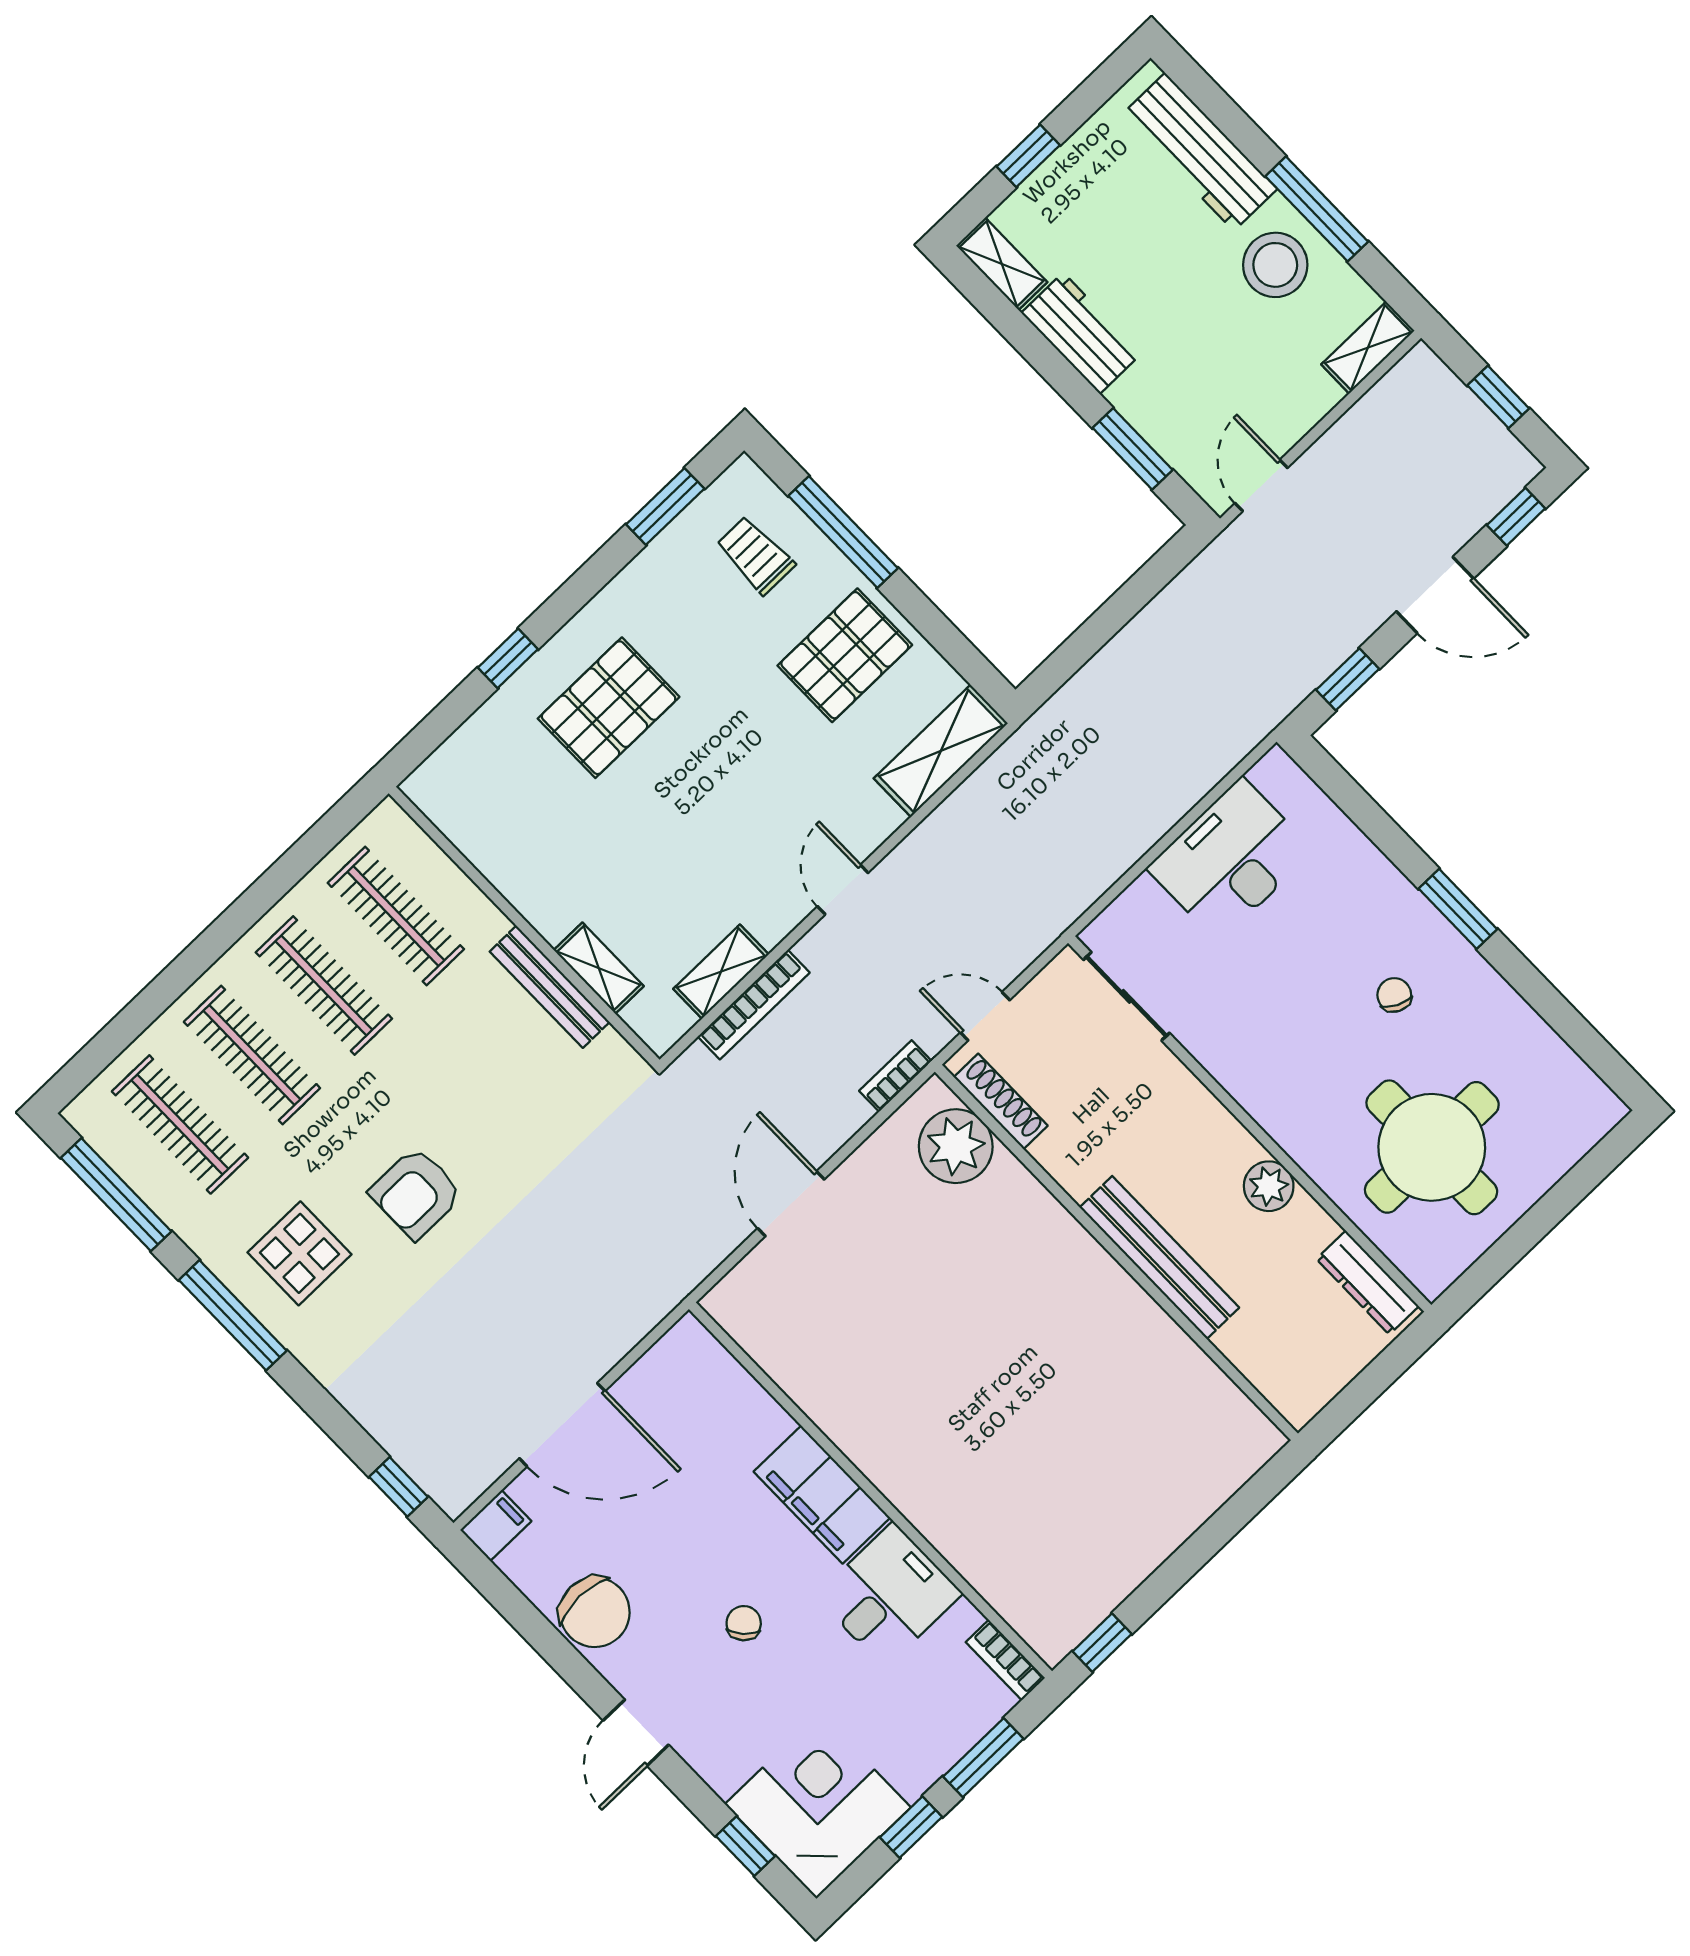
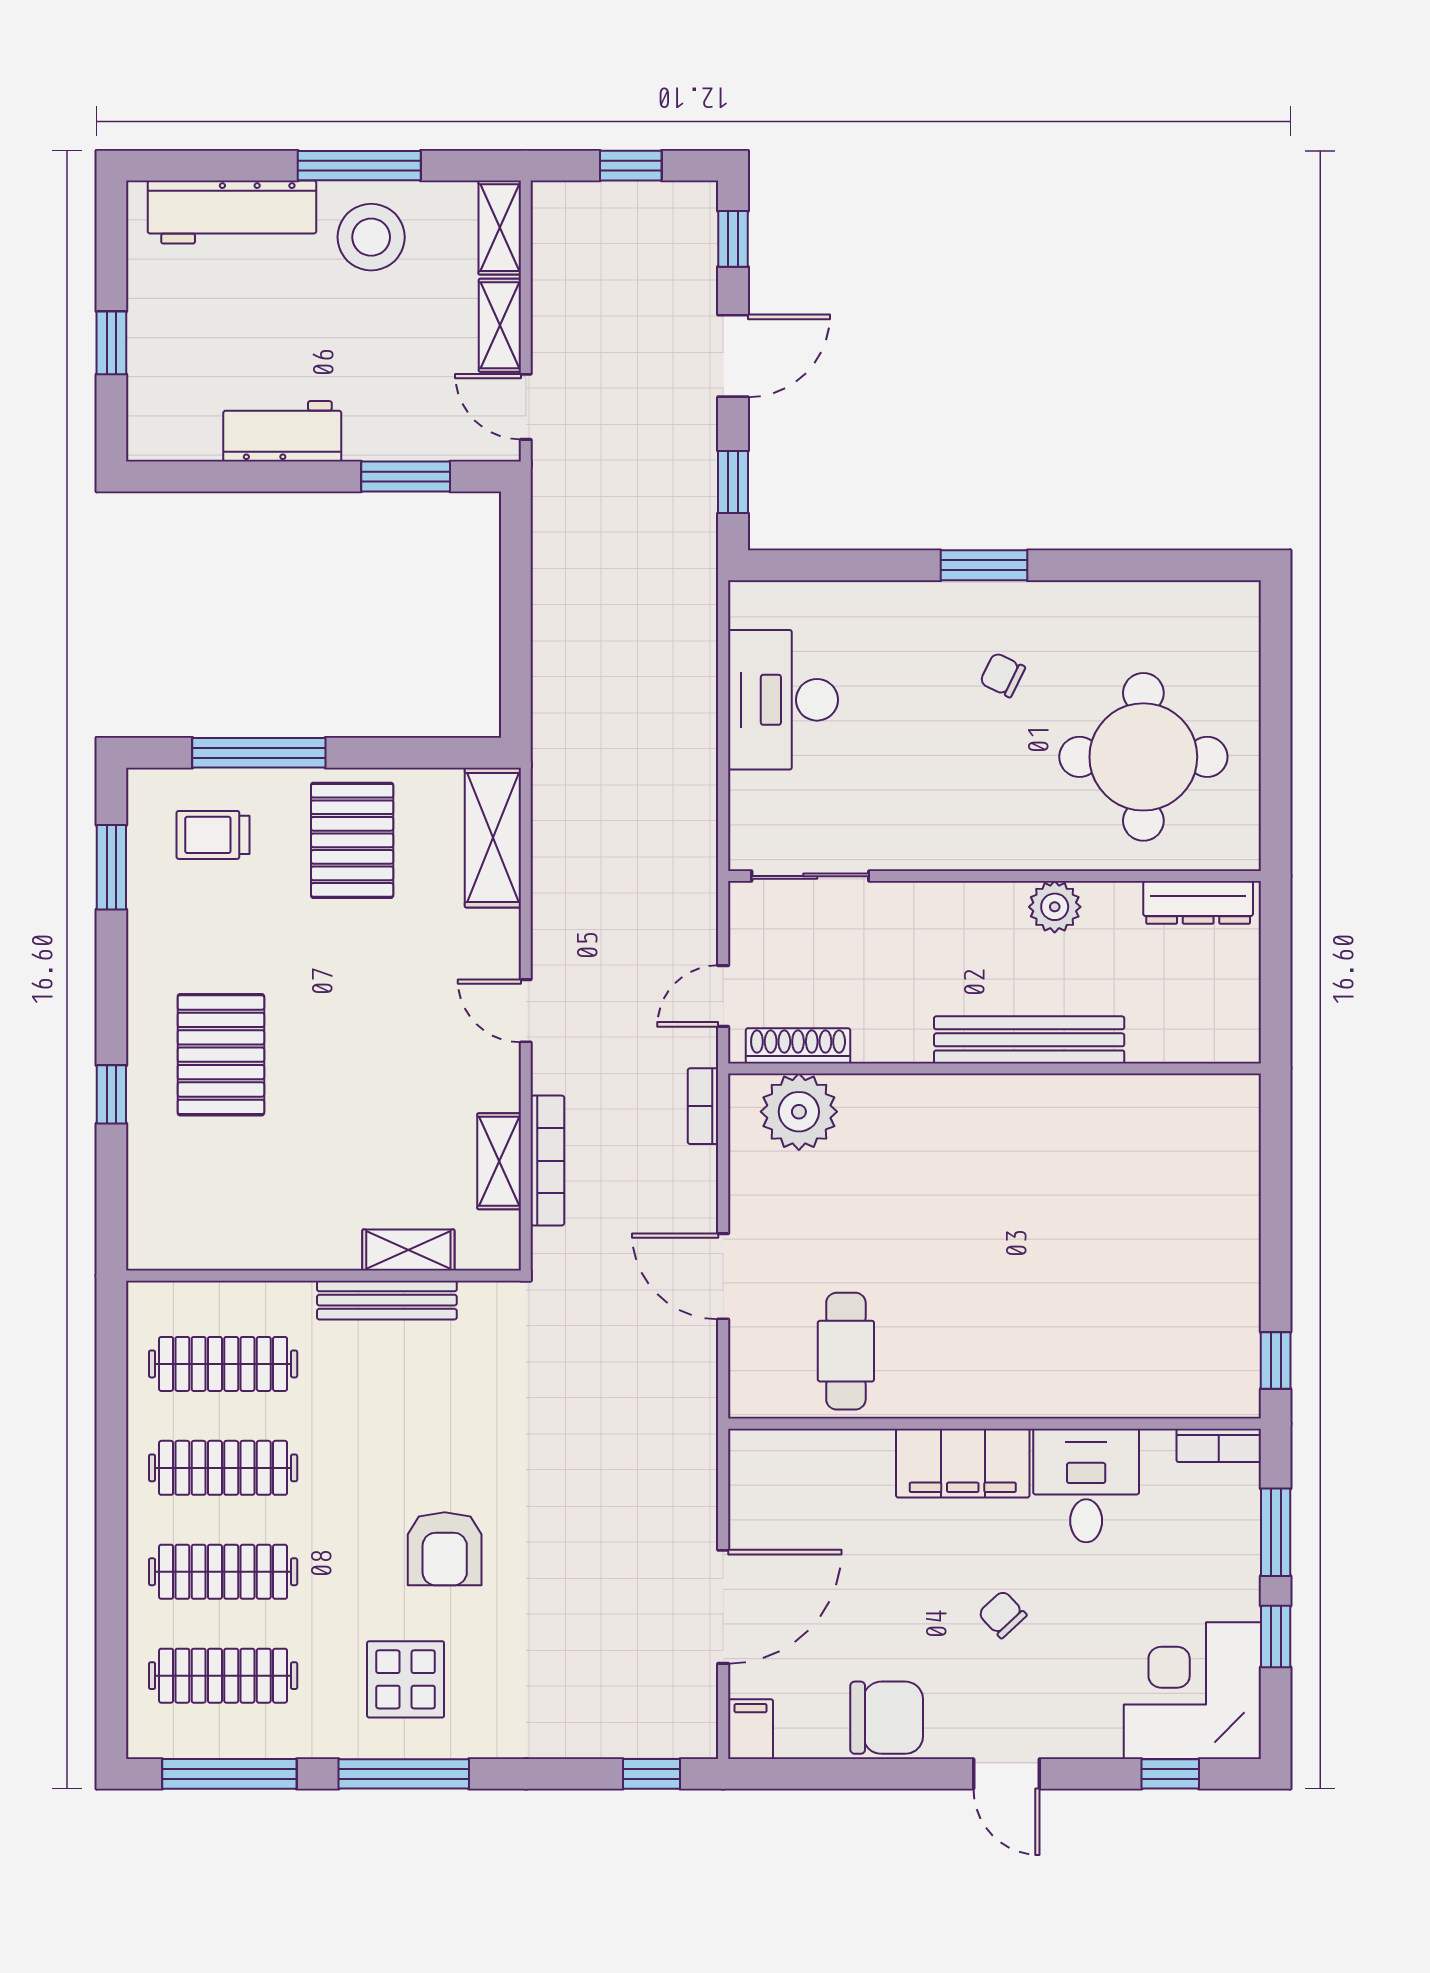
shelving: (1002, 264) -> (500, 325), moved, turned 90
cafe table: (821, 1339) -> (846, 1351), added

